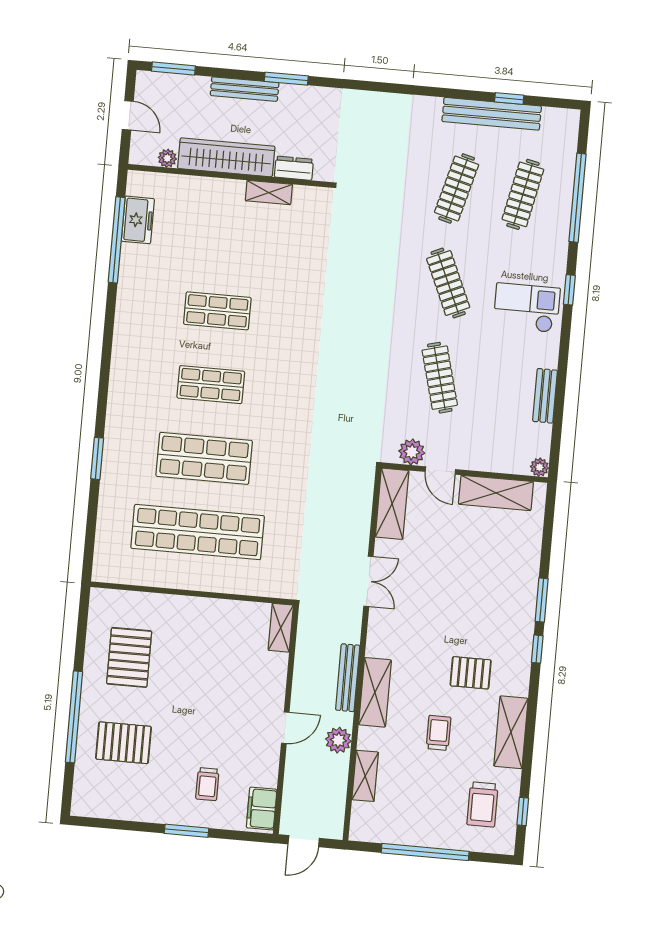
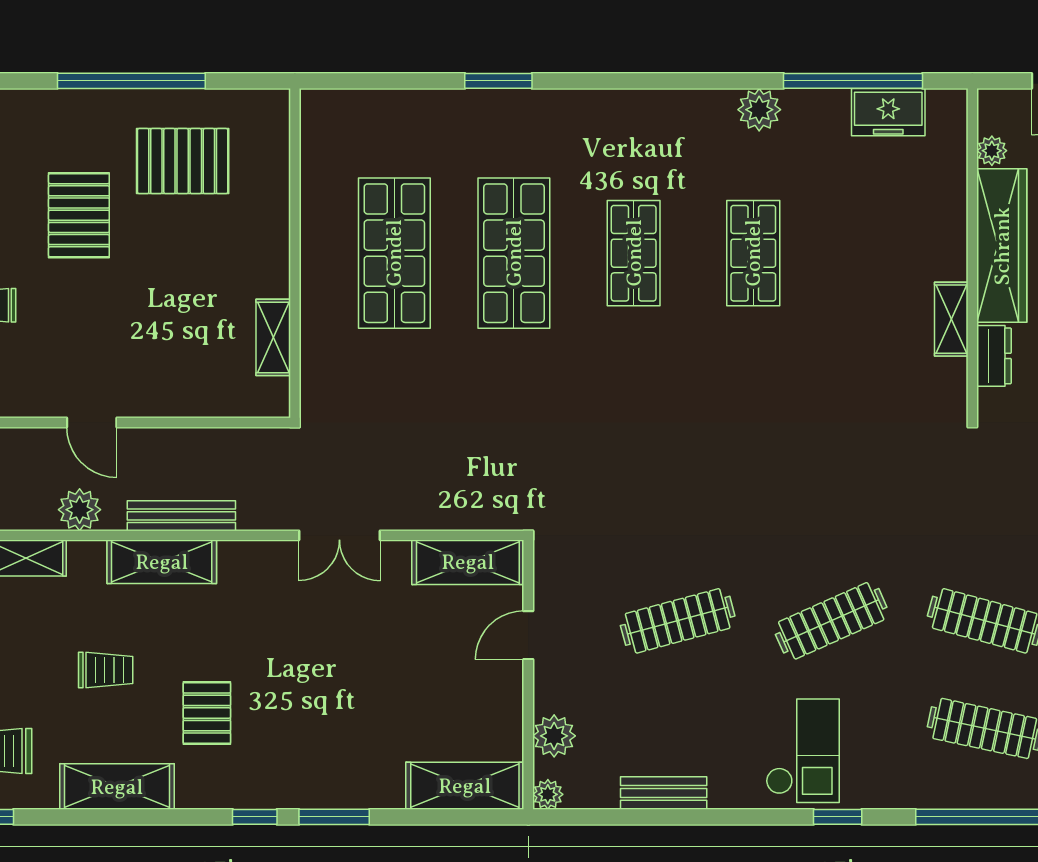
plant: (129, 299) -> (759, 110), added
plant: (412, 452) -> (554, 736), moved
shelving: (496, 493) -> (465, 786), moved, turned 90
shop shelf: (198, 532) -> (394, 253), width x0.71
shelving: (281, 628) -> (273, 337), moved, turned 90
window: (74, 717) -> (131, 81), moved
pallet: (123, 743) -> (79, 215), moved

